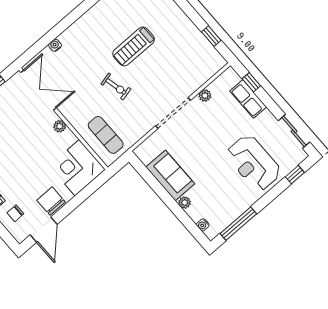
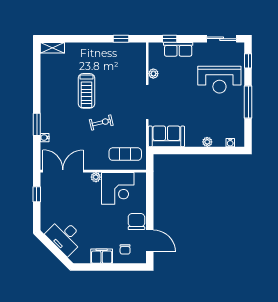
window: (61, 27) -> (37, 124), added
corner desk: (77, 168) -> (118, 188), moved, turned -90
sofa: (170, 175) -> (166, 136), moved
chair: (51, 201) -> (136, 222), turned 90
window: (238, 224) -> (248, 102), moved

